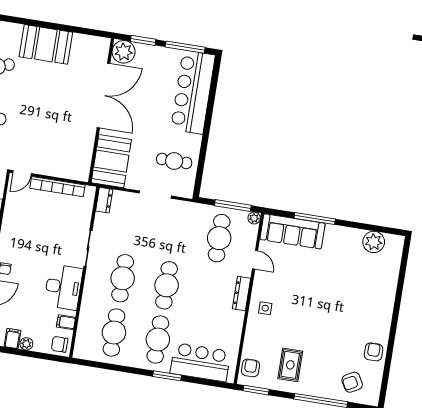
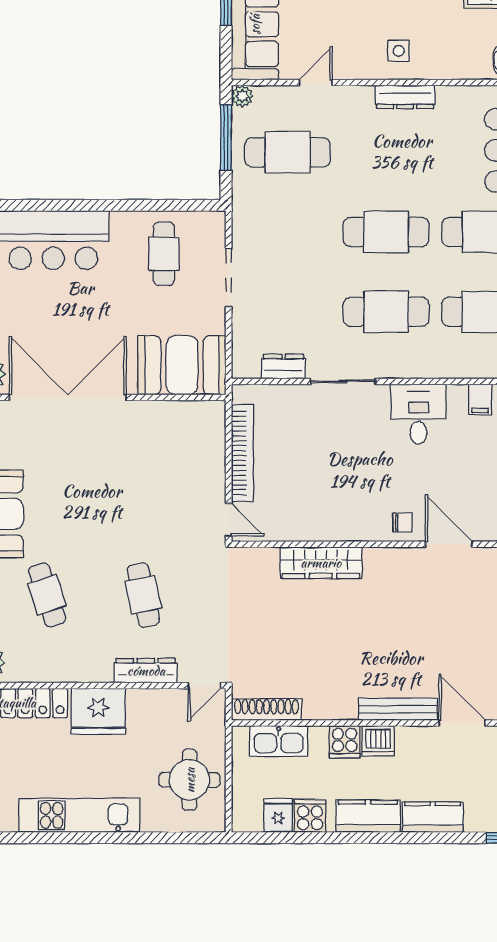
dresser: (104, 200) -> (284, 367), moved
desk: (63, 287) -> (419, 414), width x0.73
dresser: (242, 294) -> (405, 97), moved

